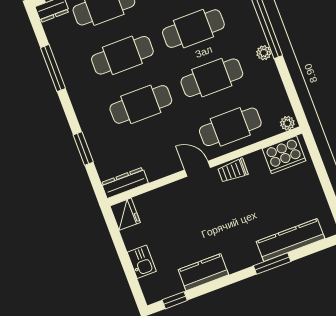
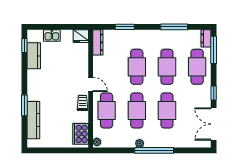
door: (198, 169) -> (91, 84), hinge flipped
kitchen counter: (203, 272) -> (34, 56), moved

